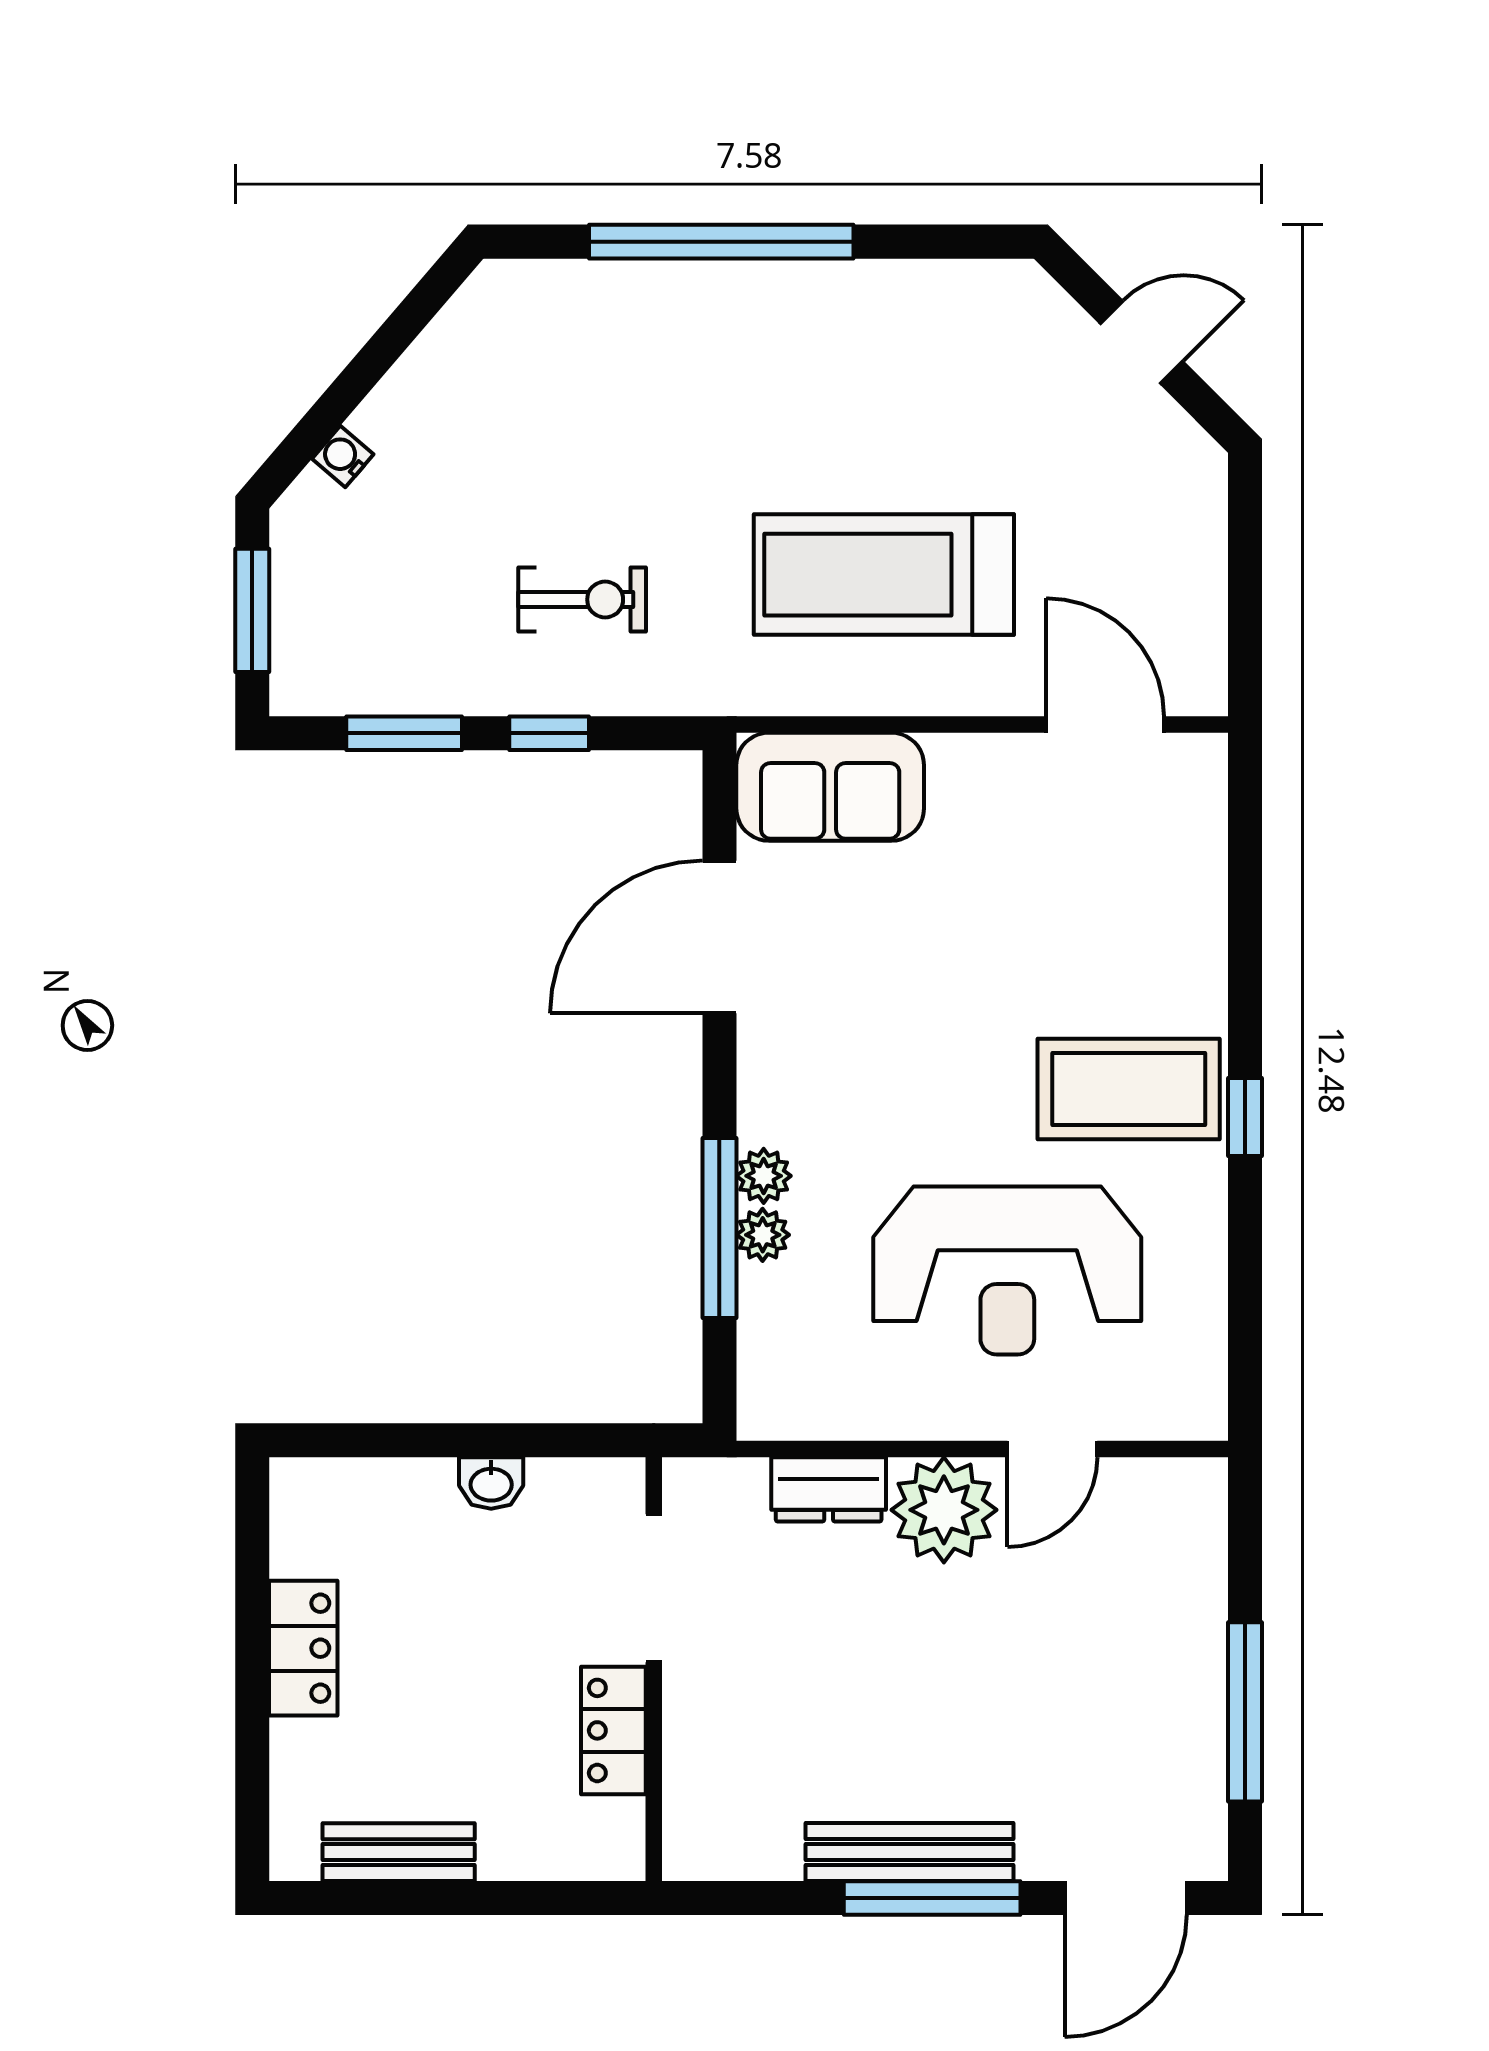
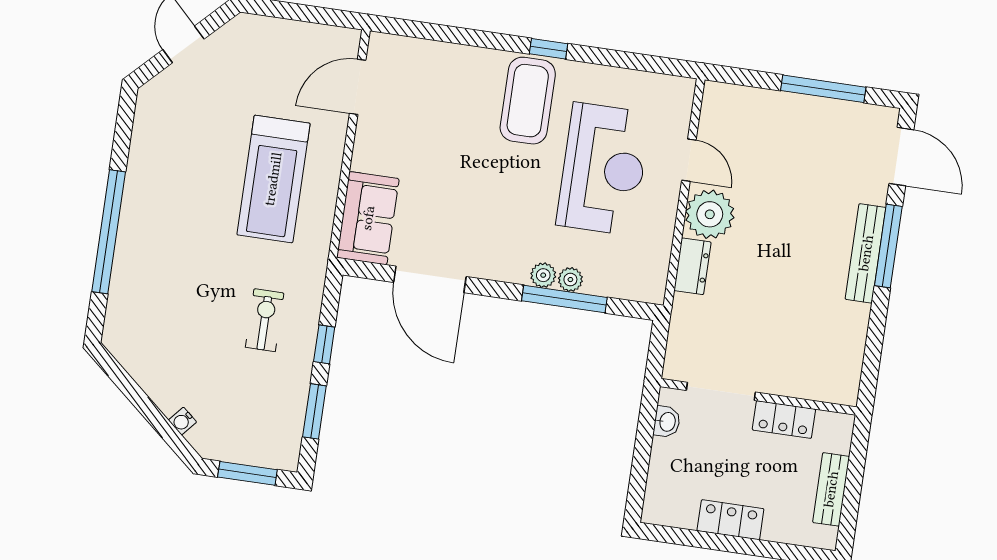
doorway: (654, 1588) -> (721, 391), moved
wall: (654, 1669) -> (758, 397), moved
locker: (613, 1730) -> (784, 419), moved

